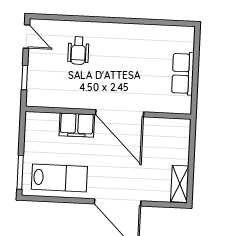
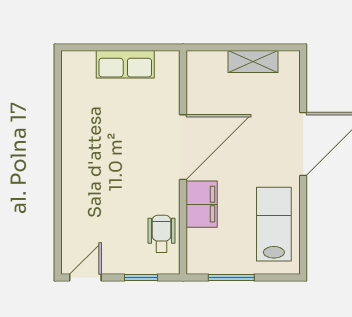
wheelchair: (78, 51) -> (161, 234), moved, turned -90
window: (20, 172) -> (231, 277), moved
shelving: (180, 184) -> (253, 62), moved

